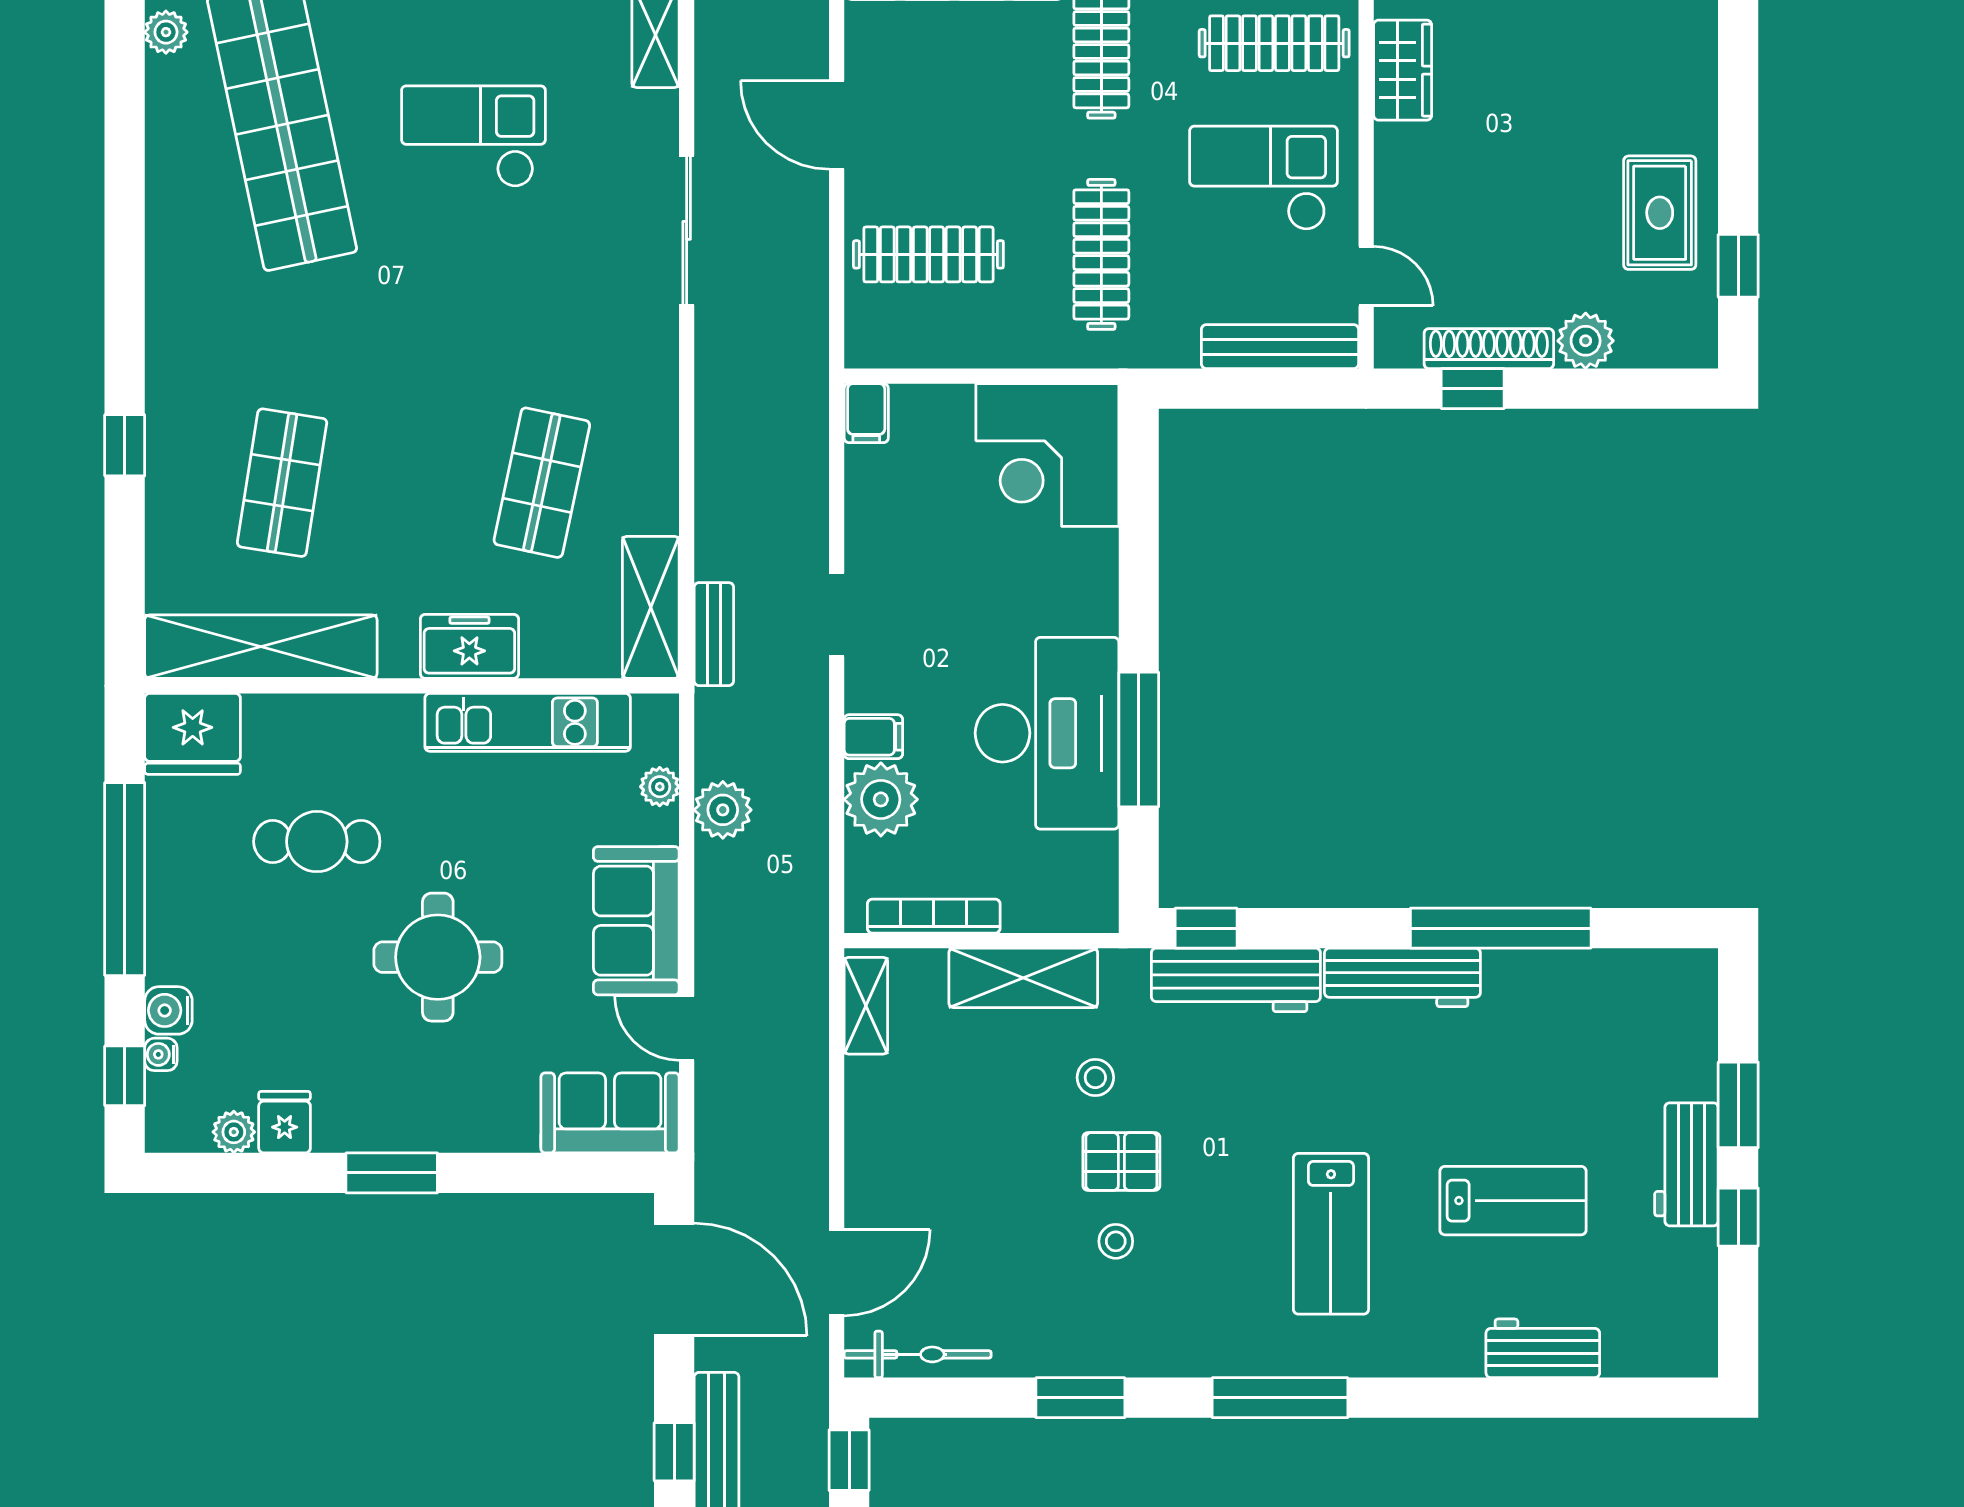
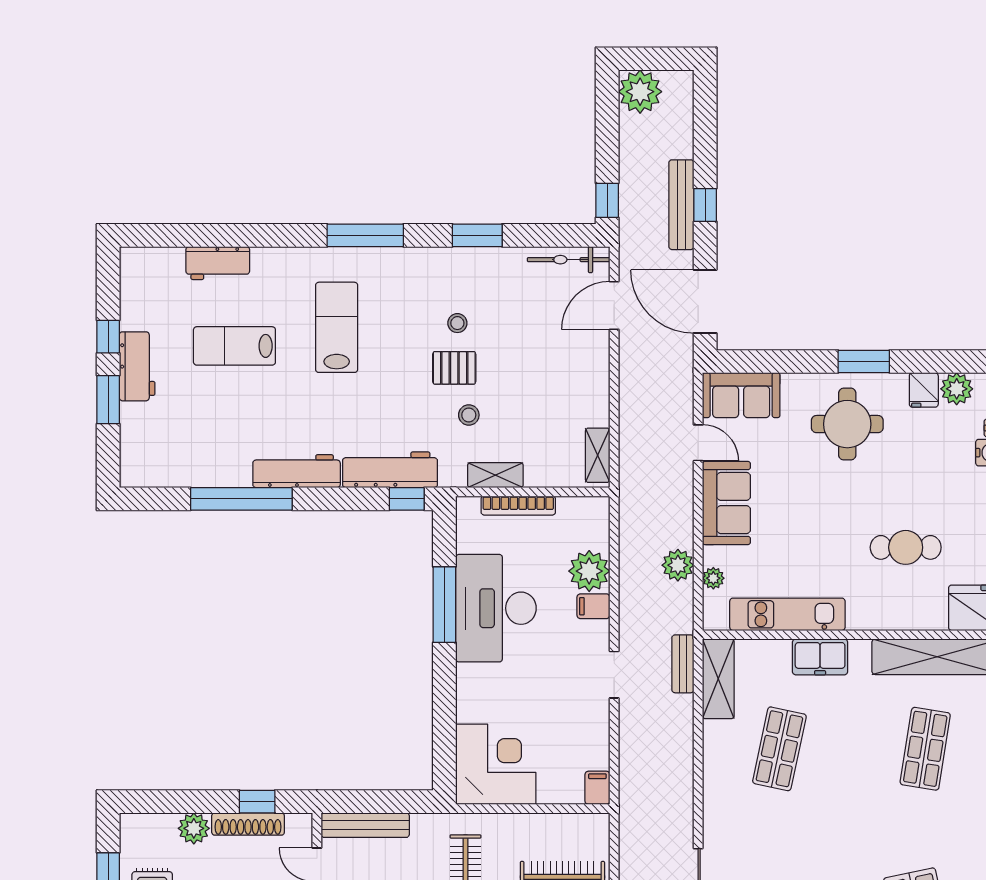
bookcase: (934, 916) -> (518, 506), moved
round table: (438, 957) -> (847, 424), moved
shelving: (1023, 978) -> (495, 475), width x0.67, depth x0.75
plant: (234, 1132) -> (957, 389), width x1.38, depth x1.38

